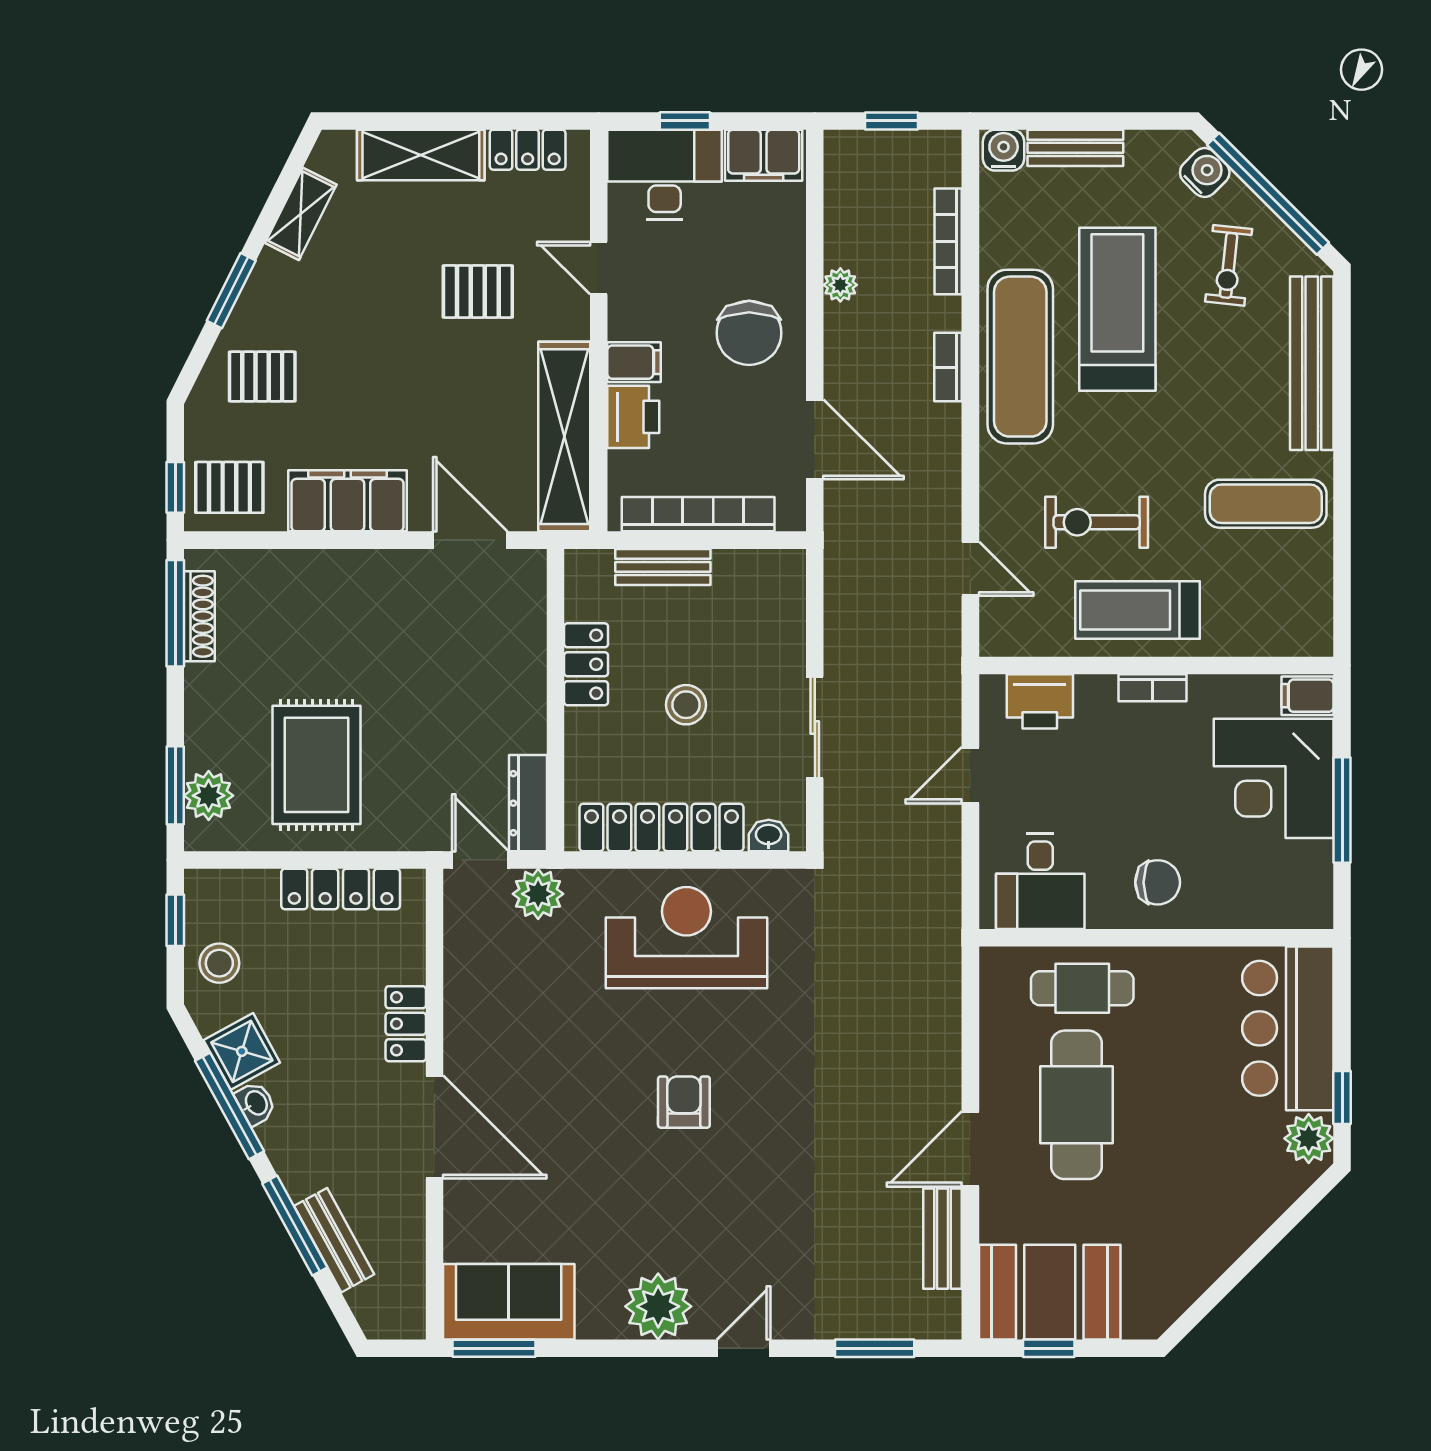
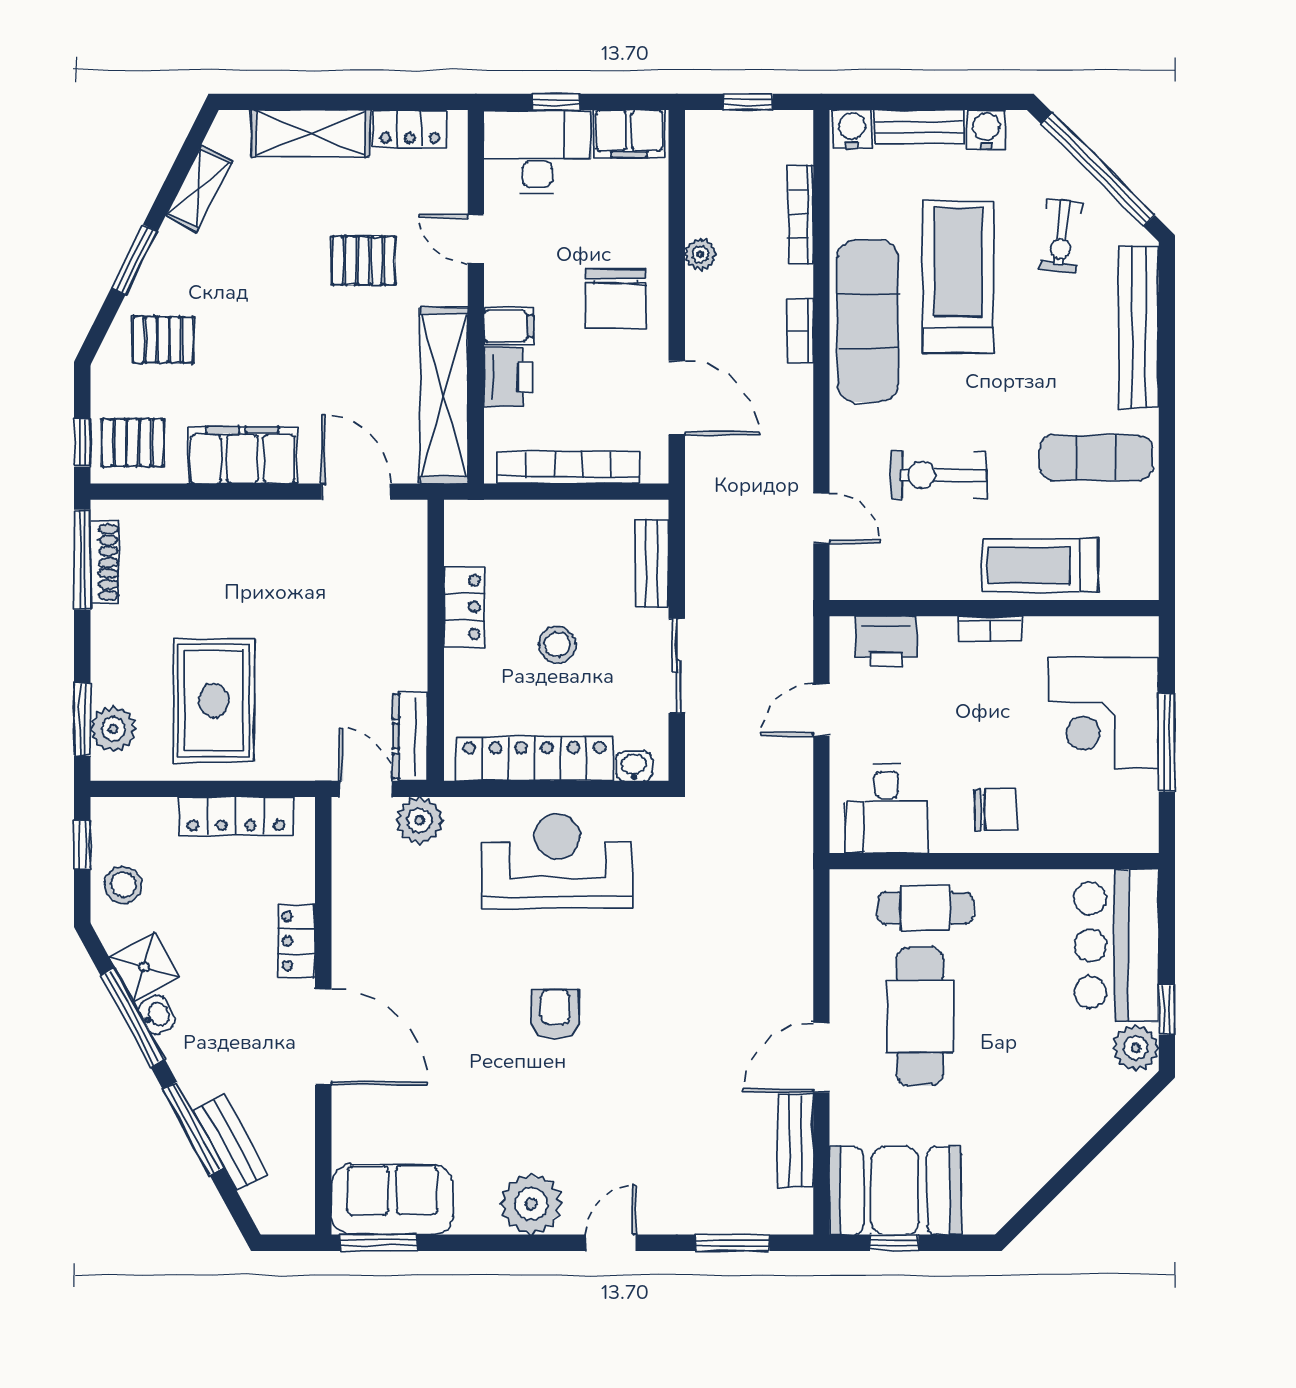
water cooler: (1205, 172) -> (986, 130), moved, turned -45
bench: (663, 567) -> (652, 563), moved, turned 90
treadmill: (1137, 610) -> (1040, 566), moved
filing cabinet: (1307, 696) -> (1135, 636), removed

